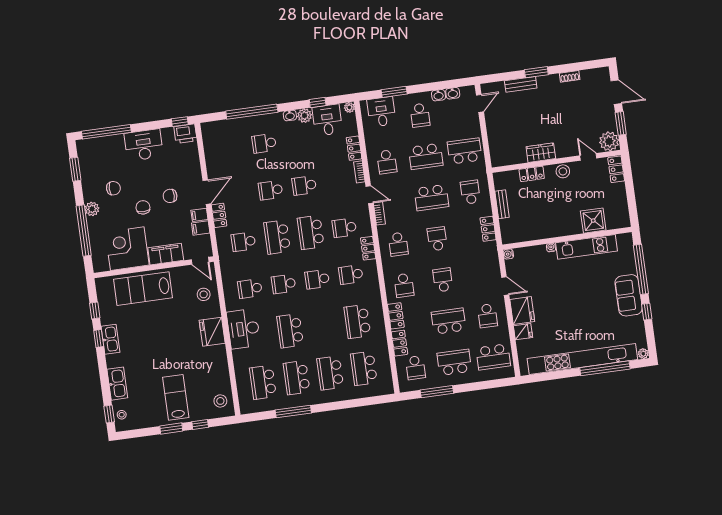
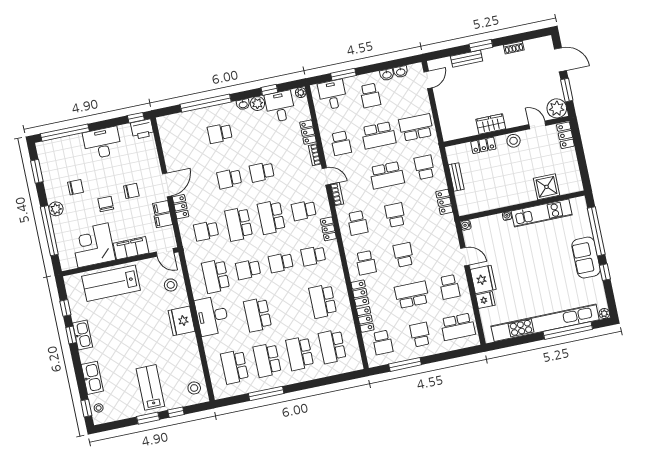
chair: (170, 196) -> (131, 191), turned 180
school desk: (250, 289) -> (216, 276), width x1.85
school desk: (454, 362) -> (420, 335), width x0.54

